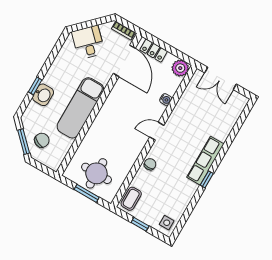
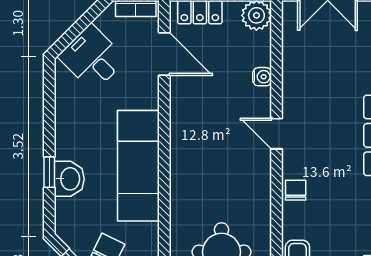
door: (124, 61) -> (164, 54), width x0.73
door: (157, 131) -> (277, 134), hinge flipped

